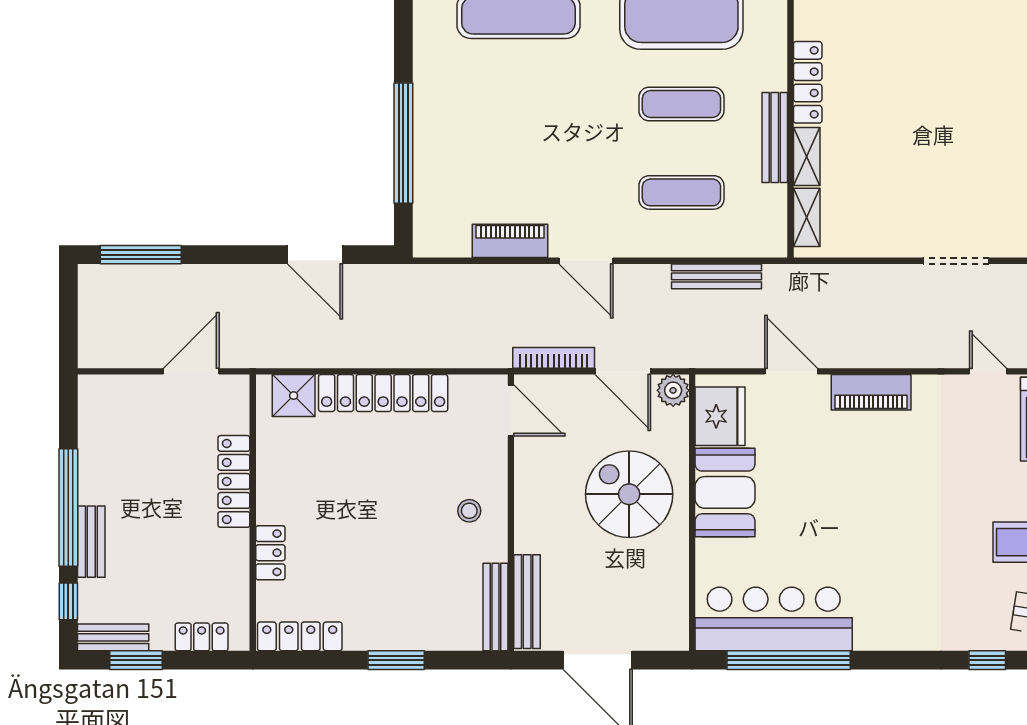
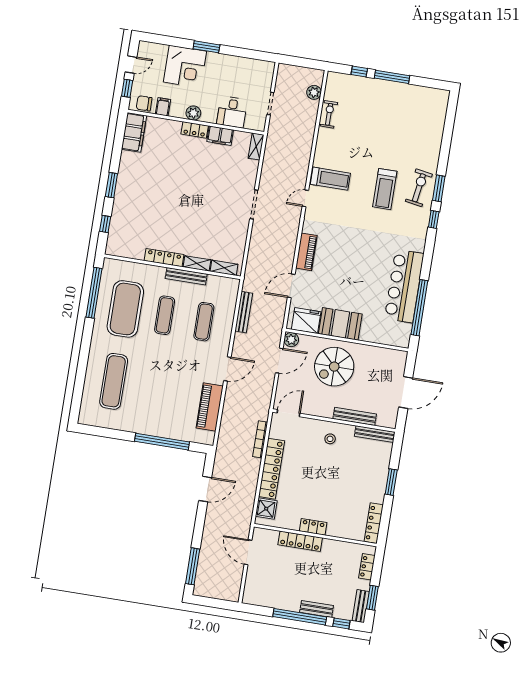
piano: (510, 241) -> (210, 407), width x1.37, depth x1.33
bookcase: (554, 358) -> (260, 439), moved
locker: (270, 553) -> (313, 527), moved
bench: (527, 602) -> (355, 416), moved
bar counter: (774, 619) -> (404, 286), moved

